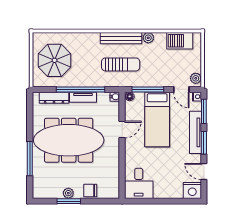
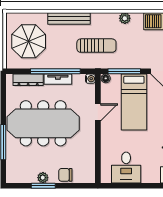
bench: (121, 38) -> (69, 19), moved
desk: (139, 183) -> (126, 168), moved

